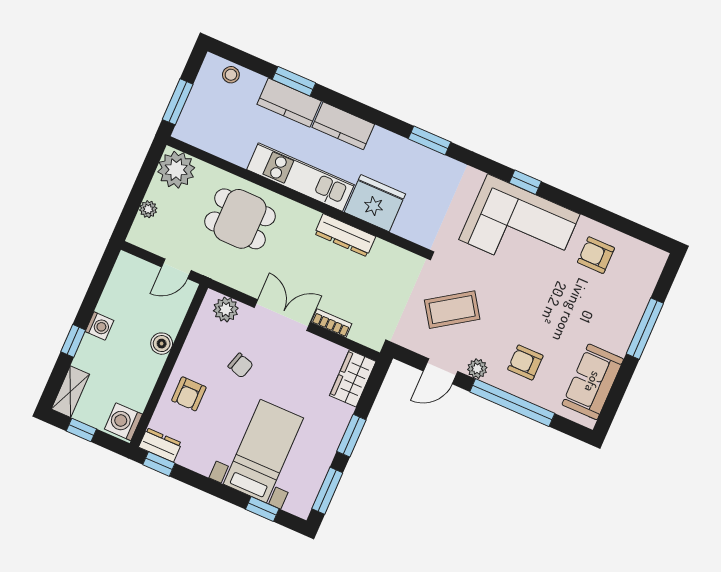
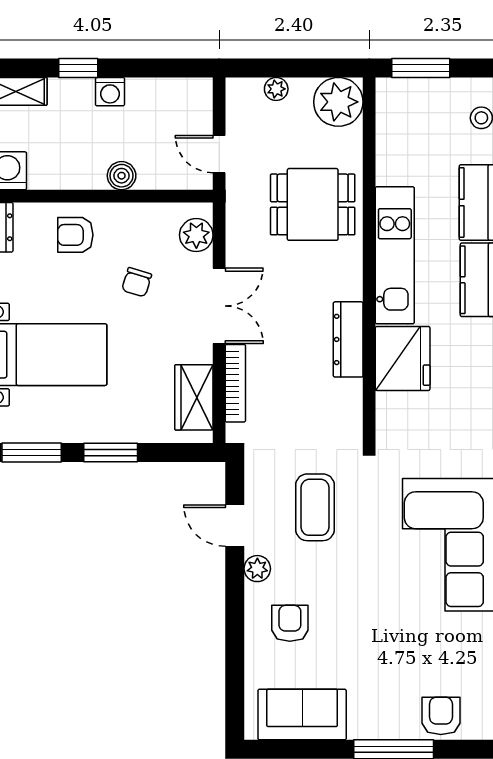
dining table: (240, 219) -> (313, 204), turned 90
armchair: (596, 255) -> (441, 716), moved
coffee table: (452, 310) -> (315, 507), turned 34
bookcase: (331, 323) -> (235, 383), width x1.56
wardrobe: (353, 378) -> (194, 397), moved, turned -90
window: (512, 403) -> (235, 629), removed

